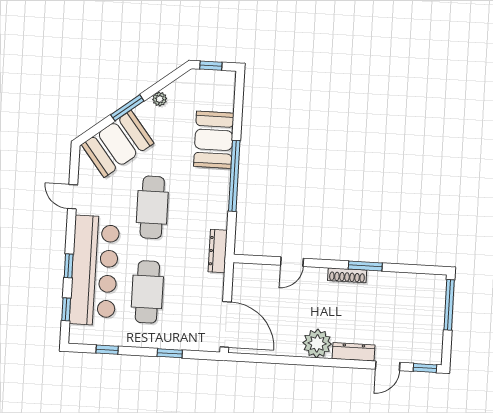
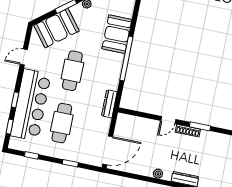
door: (73, 197) -> (24, 57), hinge flipped
door: (292, 262) -> (168, 120), moved
door: (226, 324) -> (108, 150), hinge flipped
plant: (317, 343) -> (158, 174), width x0.53, depth x0.53

